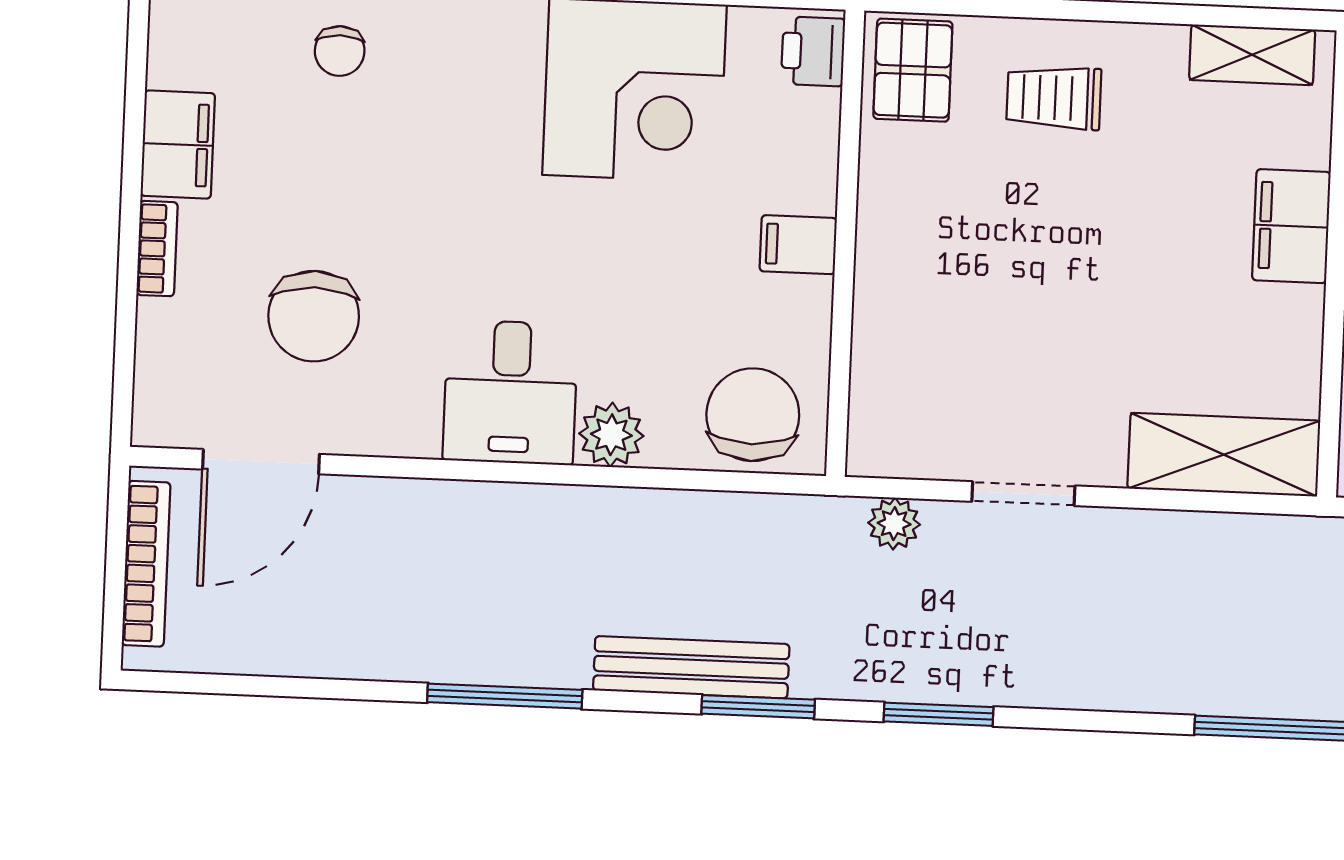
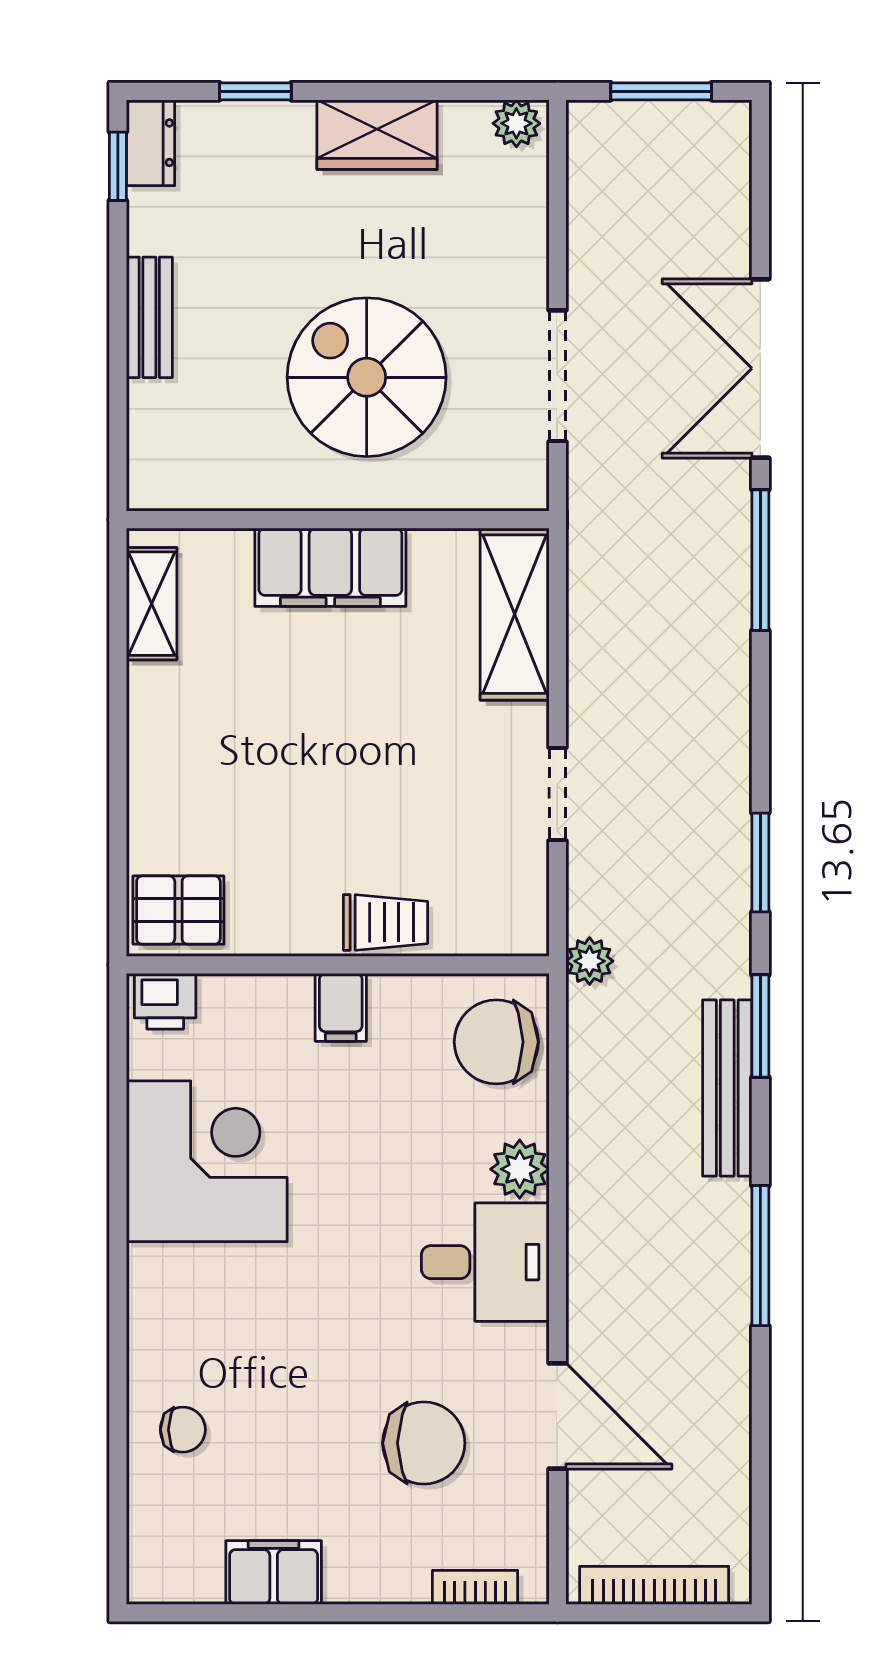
trolley: (1054, 98) -> (385, 922), moved, turned -90
filing cabinet: (1291, 226) -> (330, 567), width x1.50, depth x1.17
bookcase: (157, 249) -> (475, 1587), moved
door: (261, 462) -> (557, 1416), moved
plant: (894, 524) -> (590, 961), moved

